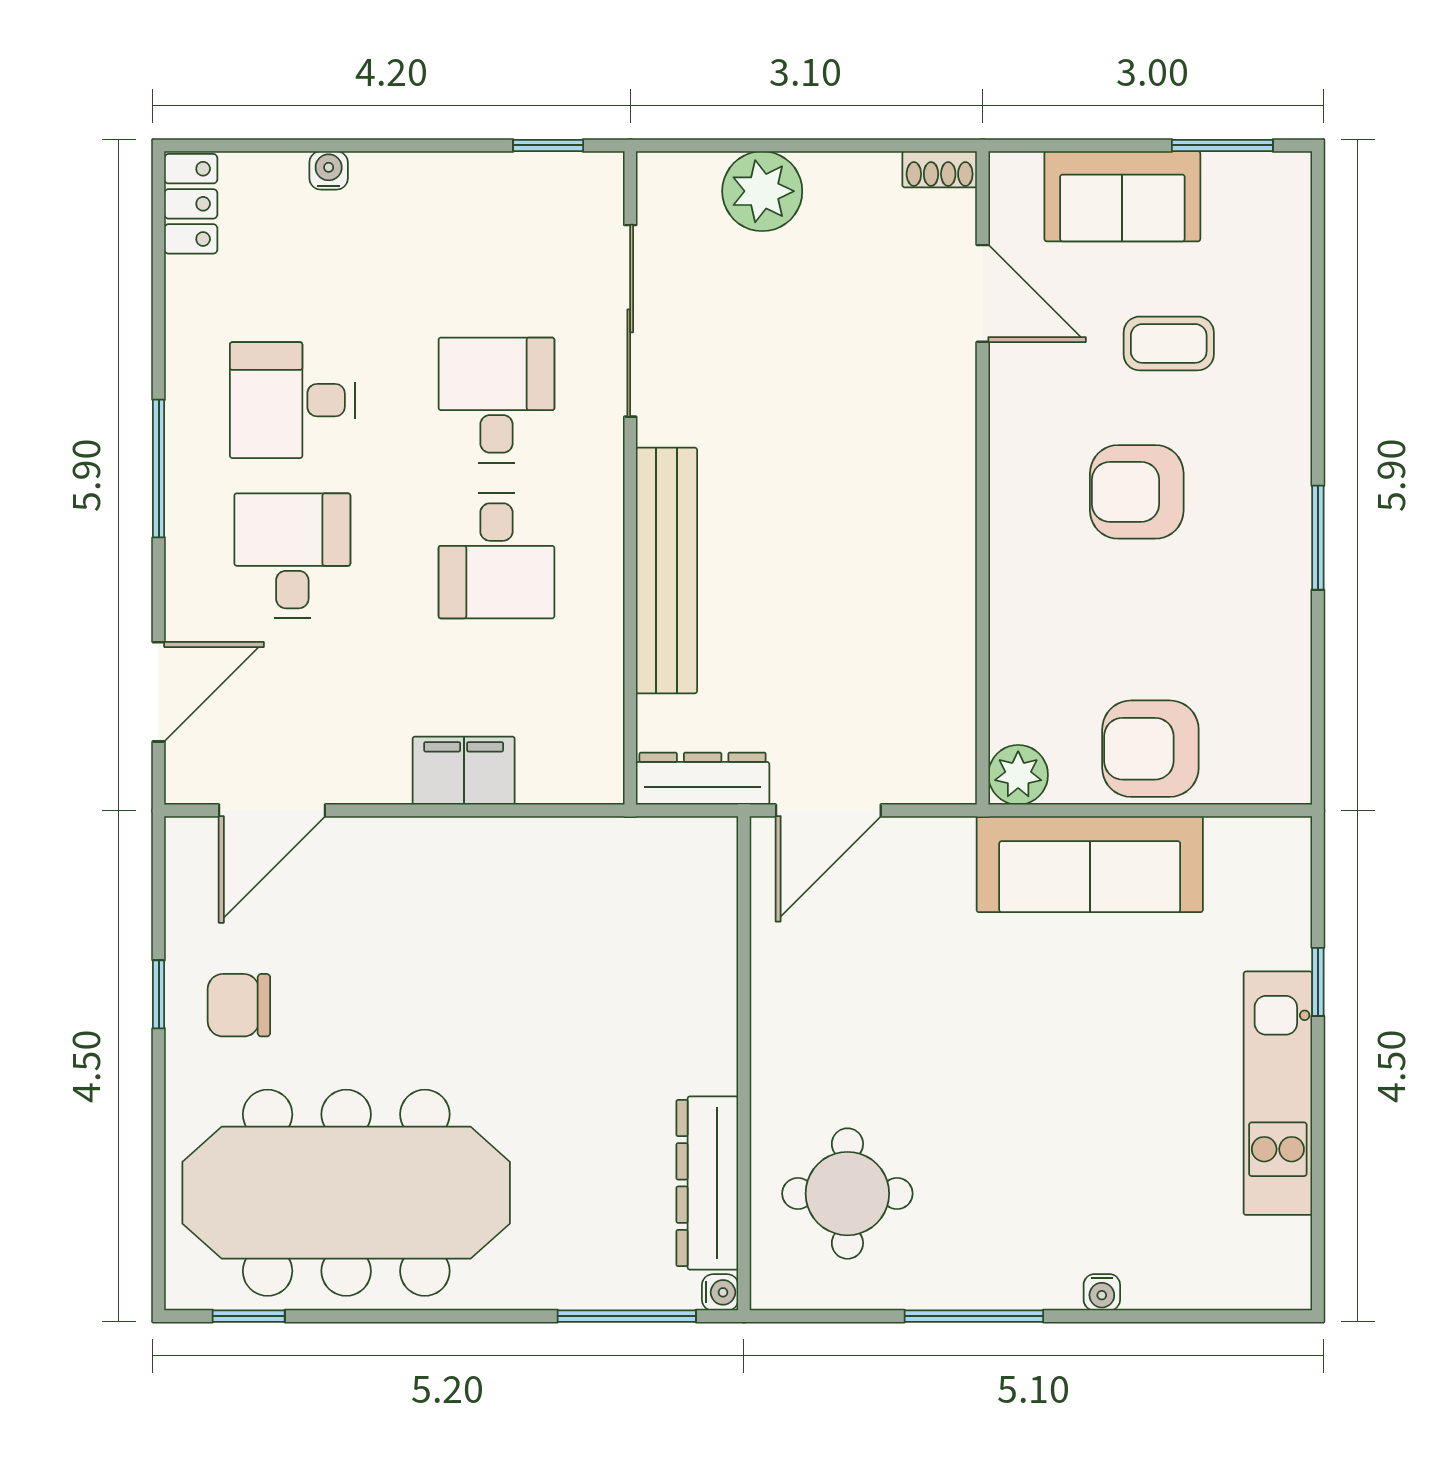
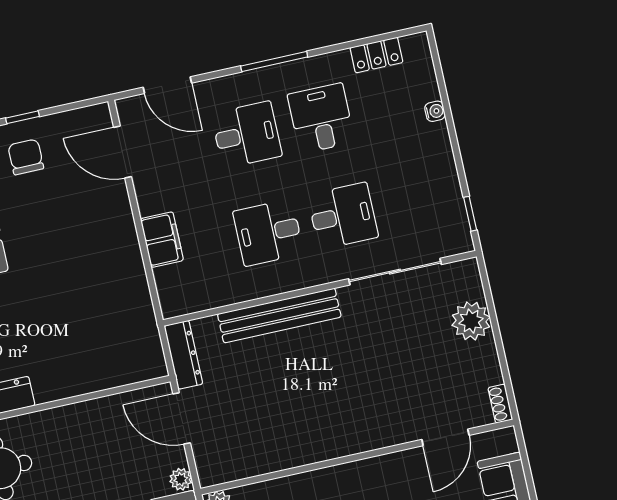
locker: (191, 204) -> (376, 55), moved
plant: (949, 839) -> (181, 479), added

